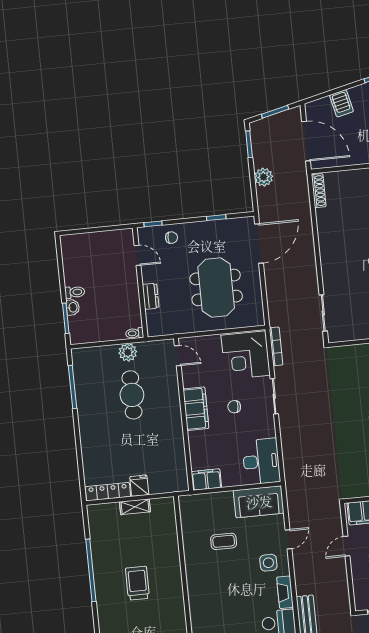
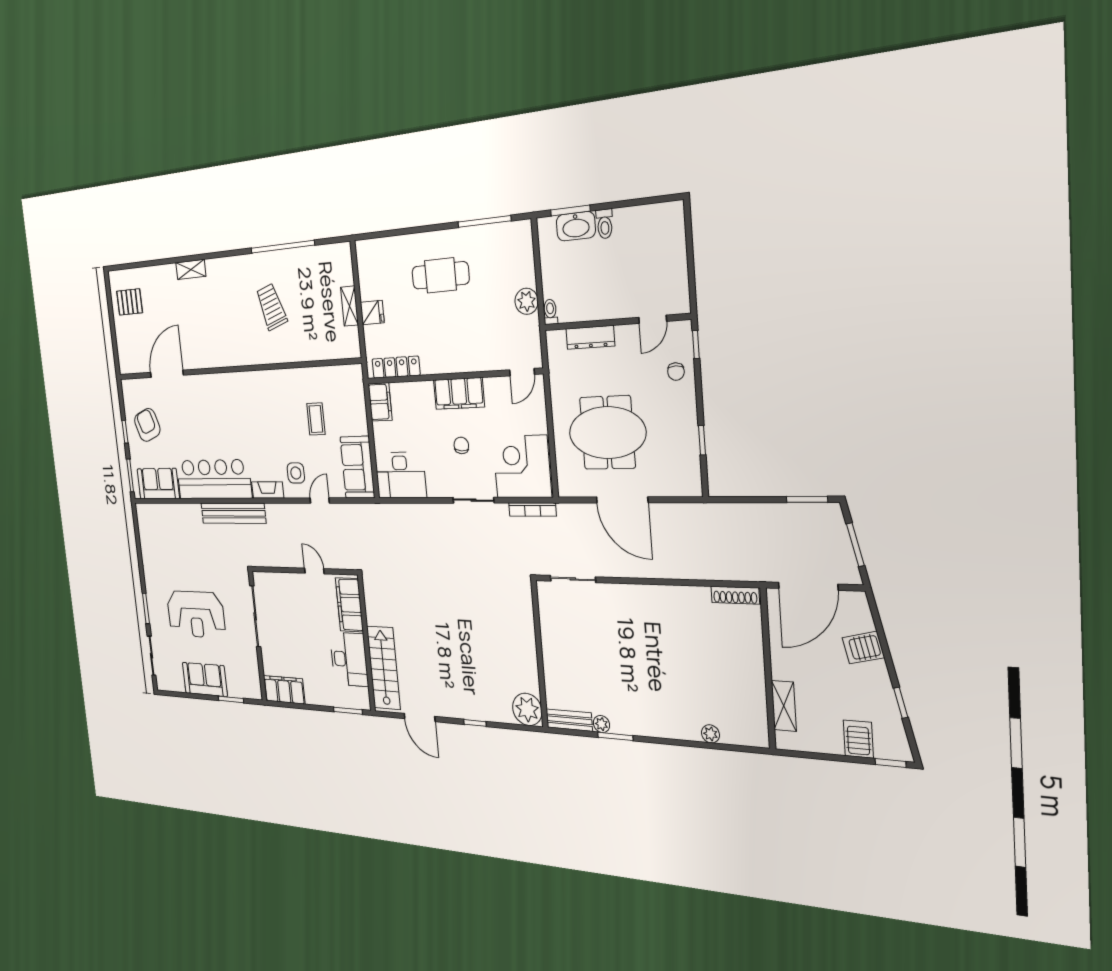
plant: (264, 177) -> (758, 516), removed
door: (259, 243) -> (622, 500), moved
dresser: (151, 296) -> (590, 337), width x1.44
washbasin: (73, 307) -> (576, 226), width x1.91, depth x1.45
cafe table: (132, 395) -> (440, 275), moved
locker: (108, 492) -> (396, 367), moved, turned -90
door: (288, 539) -> (320, 501), swing flipped
trolley: (137, 583) -> (271, 307), turned -108

